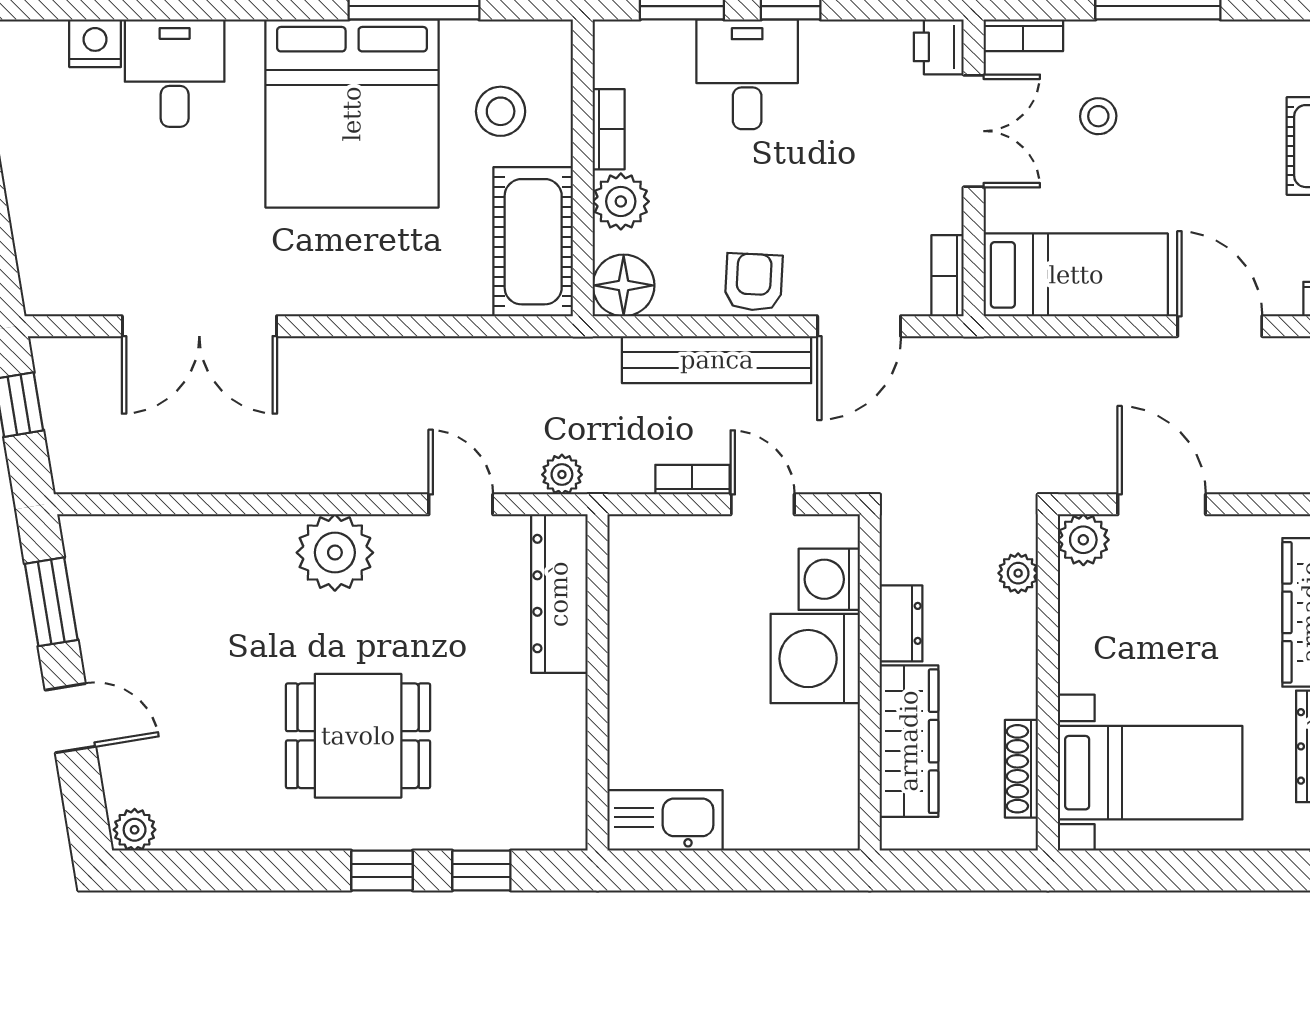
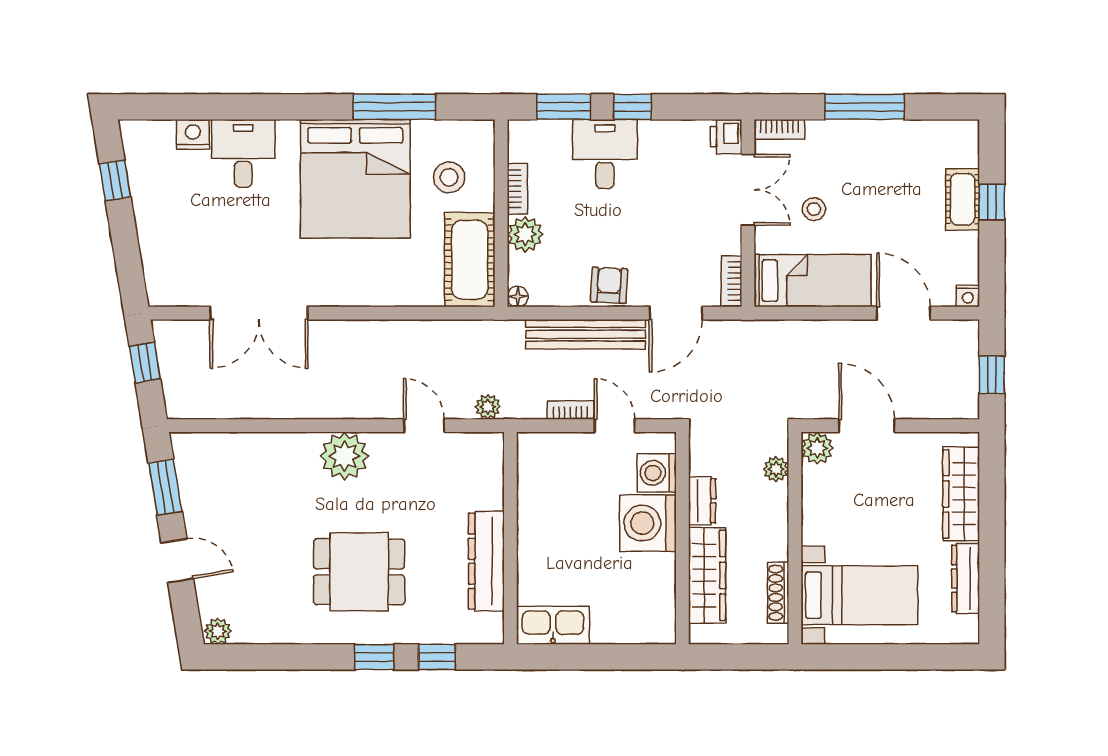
stool: (1098, 116) -> (814, 209), moved
floor lamp: (624, 285) -> (518, 296), width x0.53, depth x0.53
dresser: (559, 594) -> (486, 561), moved

